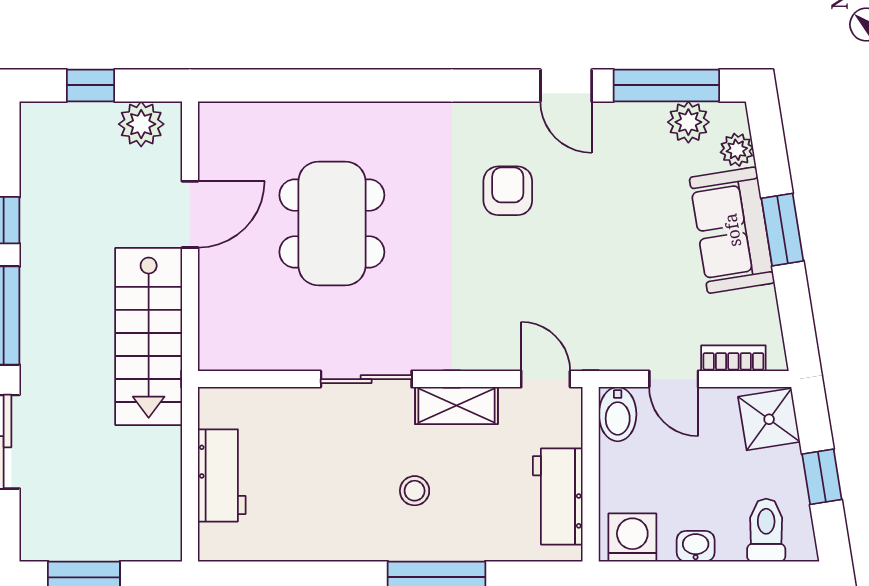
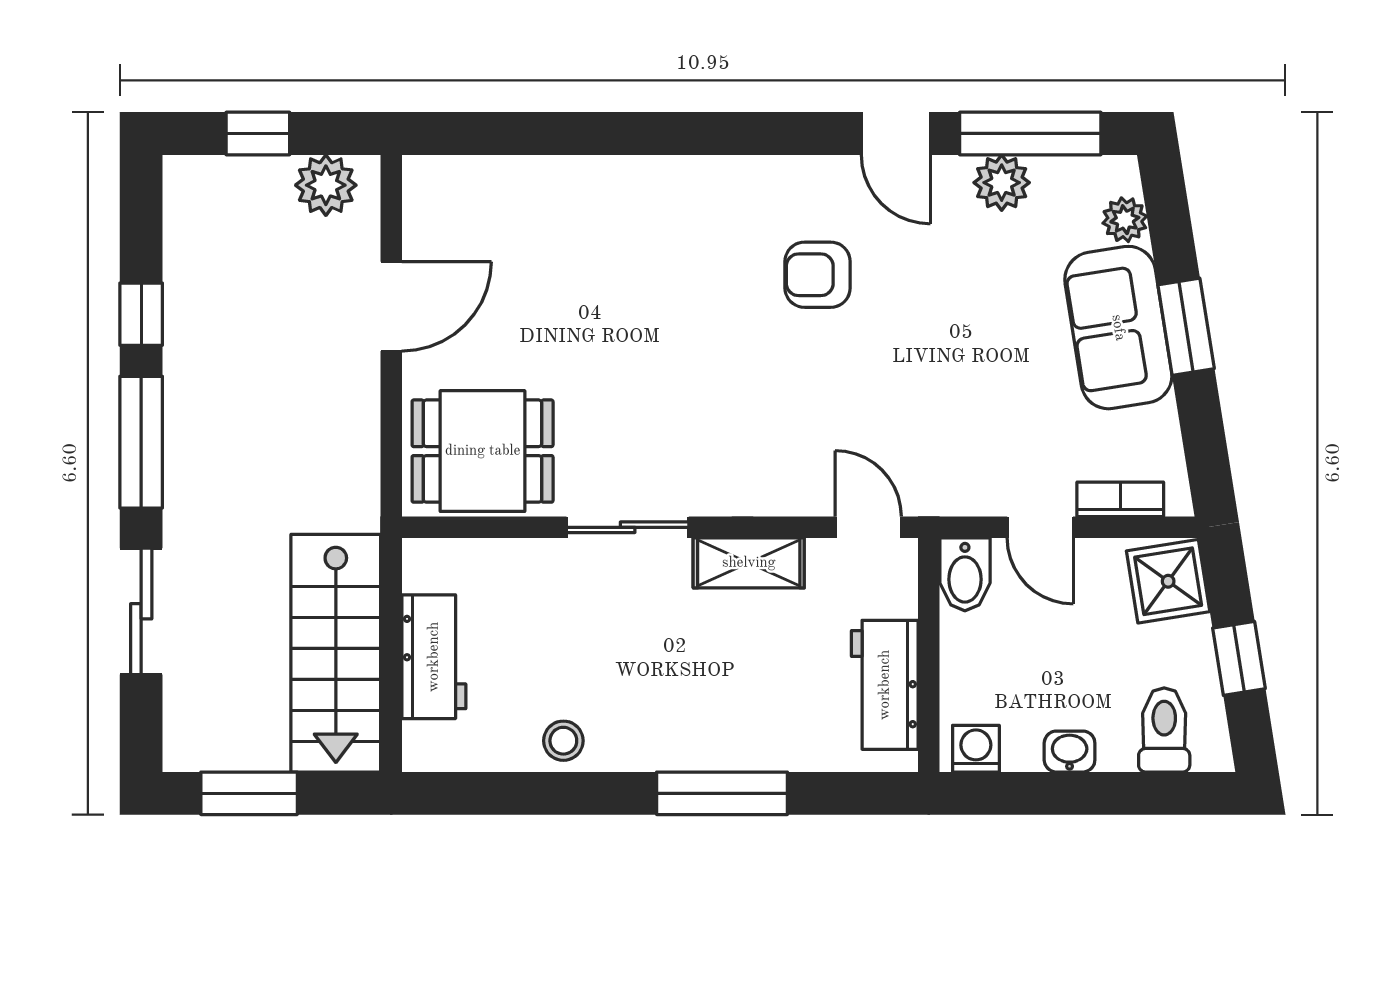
plant: (688, 122) -> (1002, 183), moved
armchair: (508, 191) -> (818, 275), turned -90
dining table: (332, 224) -> (483, 451), moved, width x0.73
stairs: (149, 336) -> (336, 653), moved
stool: (415, 491) -> (563, 741), moved
washing machine: (632, 537) -> (976, 749), width x0.73, depth x0.73

